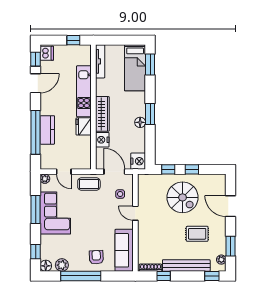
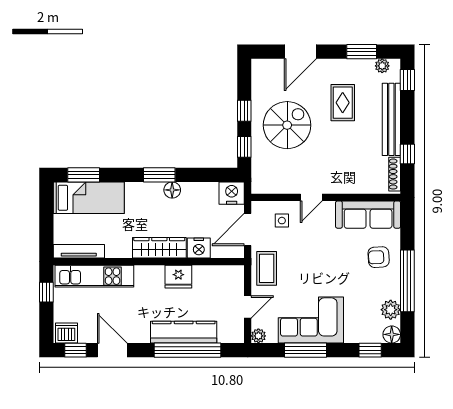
kitchen unit: (84, 91) -> (94, 276), moved
kitchen counter: (47, 130) -> (184, 332), width x1.50

